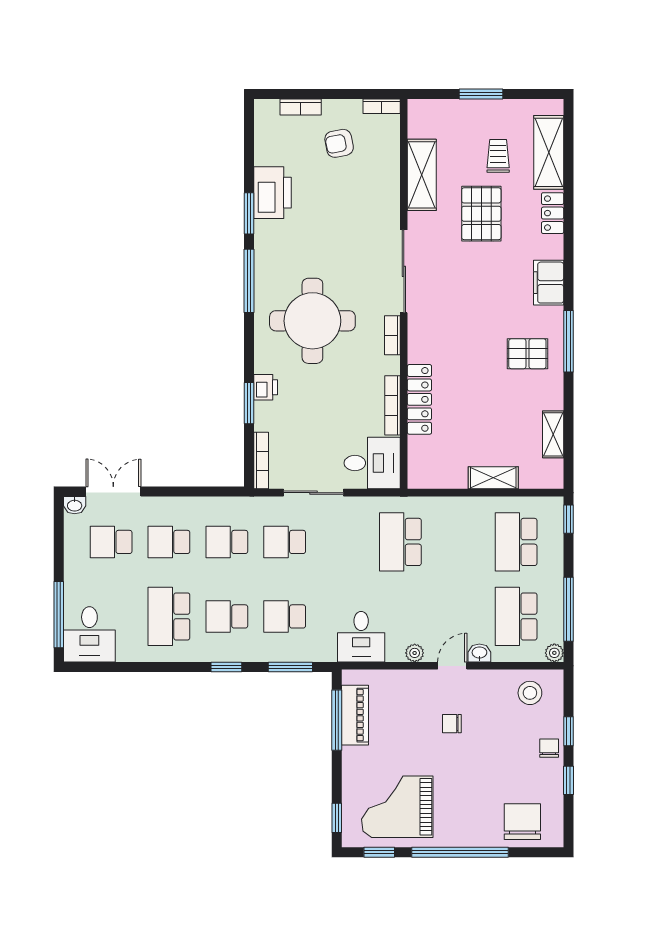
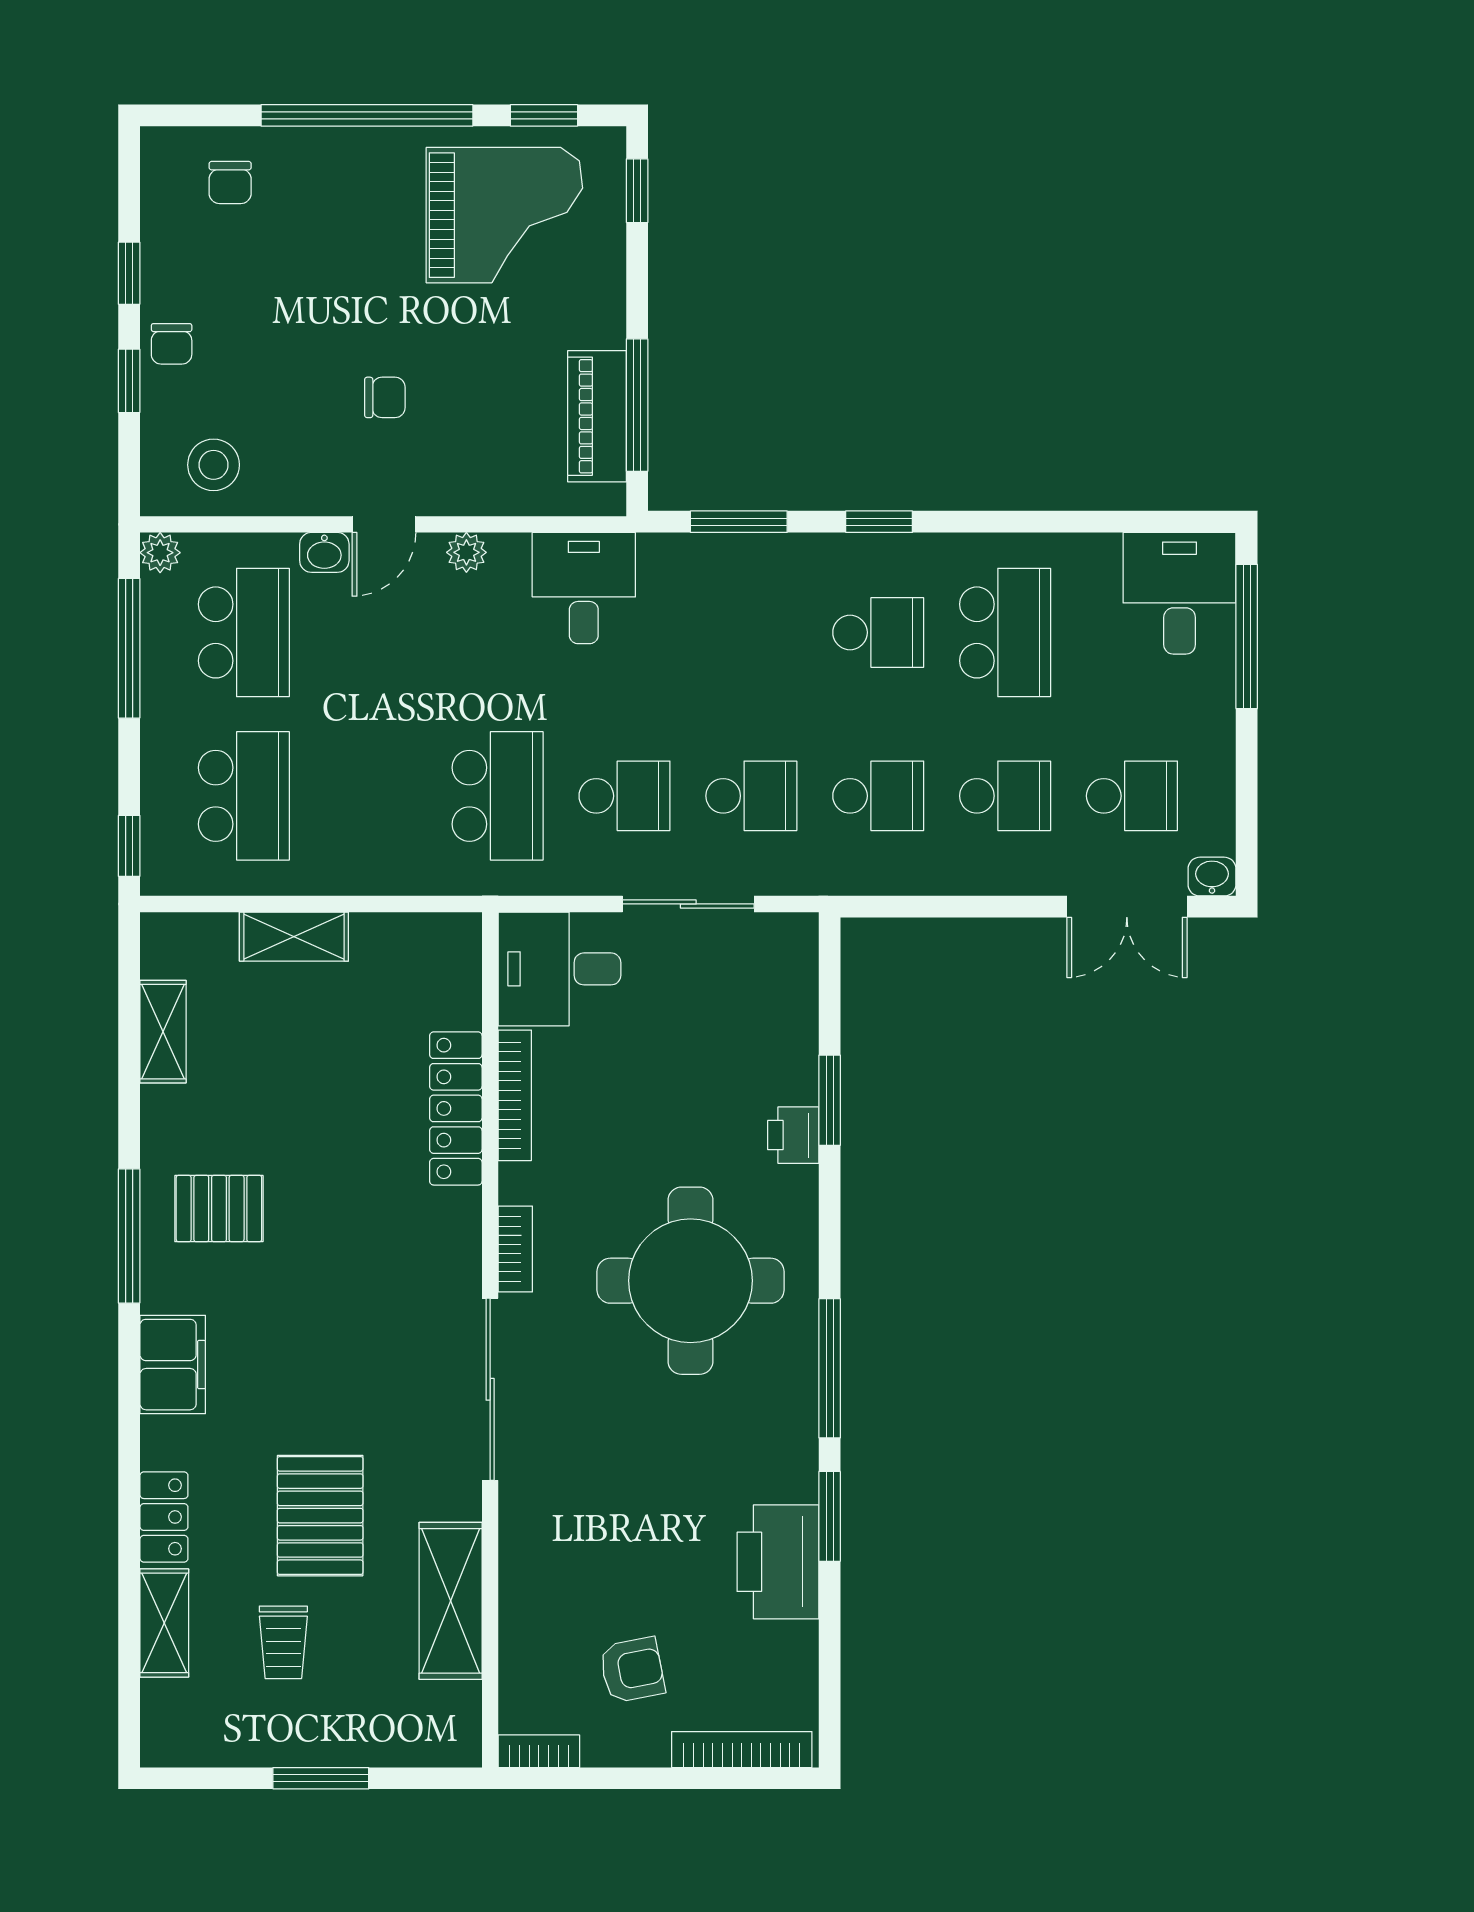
bookcase: (301, 107) -> (742, 1750), width x1.56
shelving: (549, 152) -> (164, 1623), width x0.67, depth x0.75
bookcase: (261, 461) -> (803, 974), removed
school desk: (285, 616) -> (624, 796), moved
chair: (522, 822) -> (230, 182), width x0.54, depth x0.54

